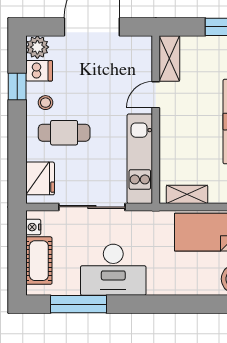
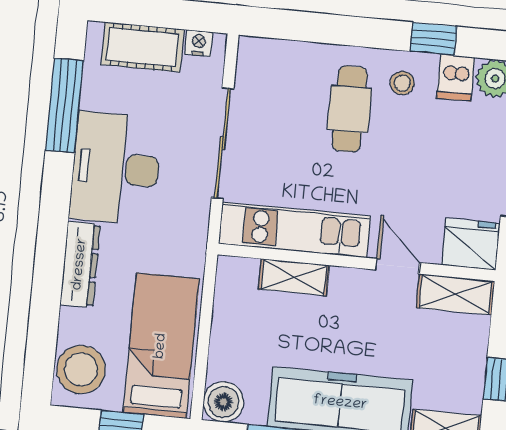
fridge: (40, 178) -> (471, 244), moved, turned 180
shelving: (187, 194) -> (294, 277), moved, turned 90
dresser: (173, 286) -> (80, 264), added

